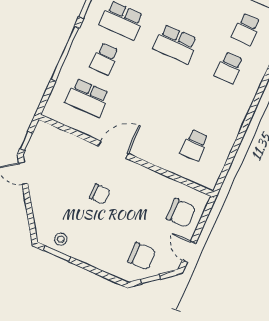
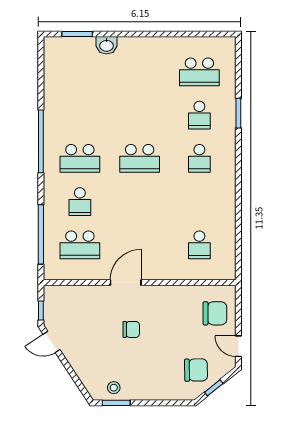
window: (65, 54) -> (41, 234), moved

